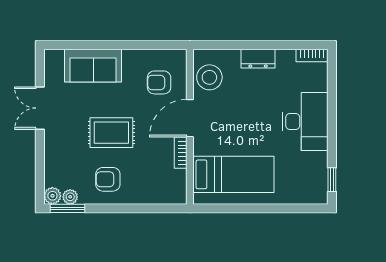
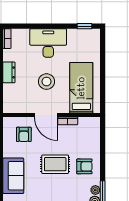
stool: (209, 77) -> (46, 82), moved
rug: (111, 133) -> (55, 164), turned 90
armchair: (108, 179) -> (84, 166), turned -90

